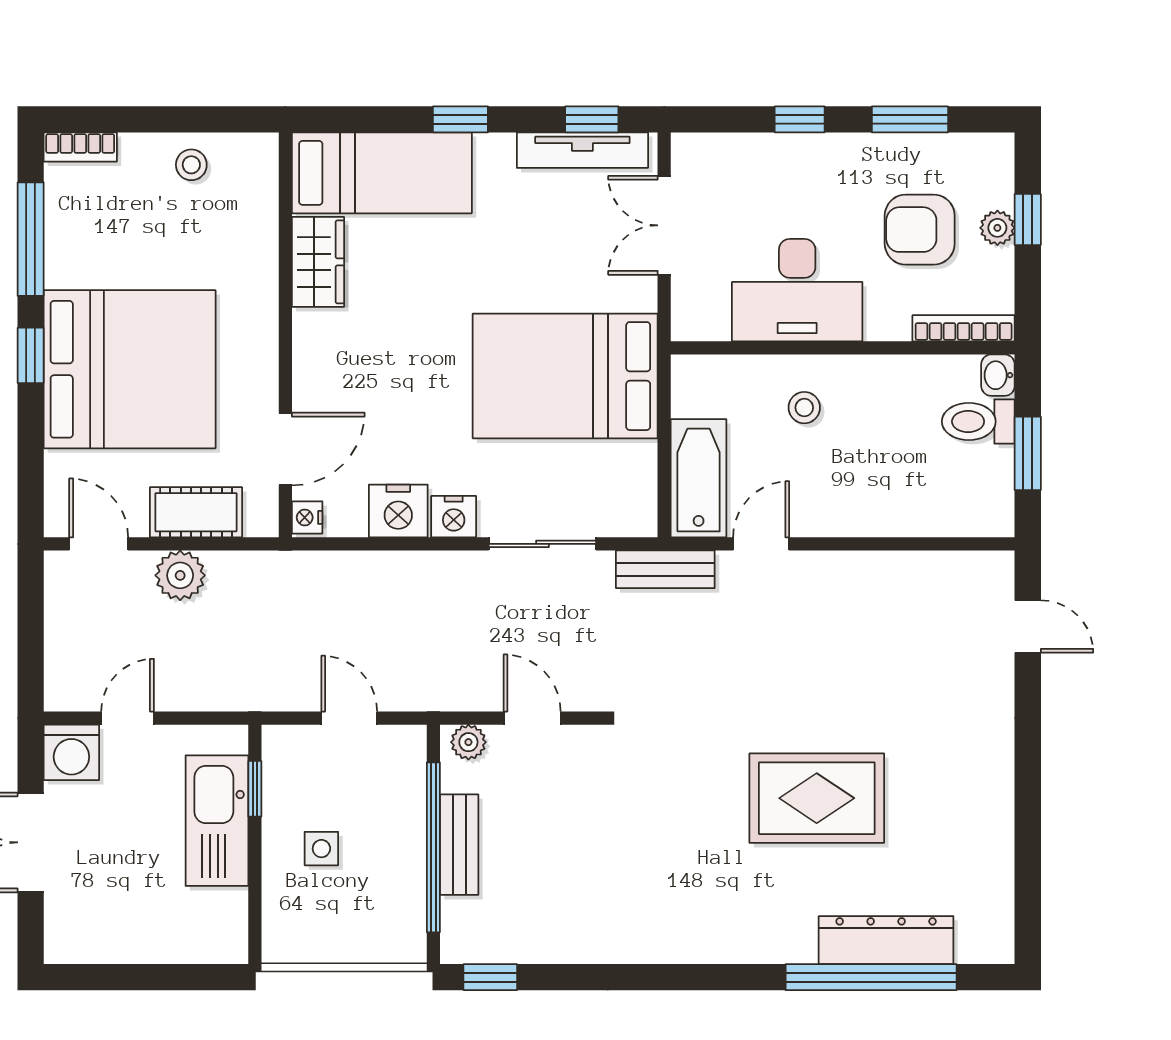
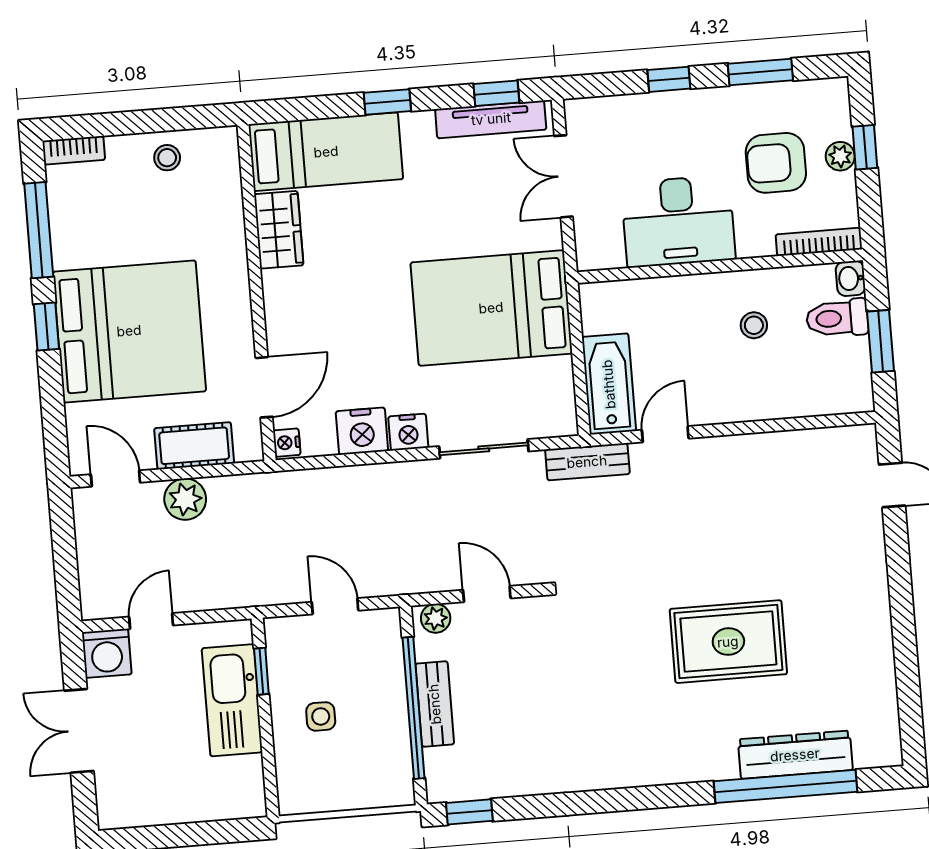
stool: (804, 408) -> (754, 325), moved

